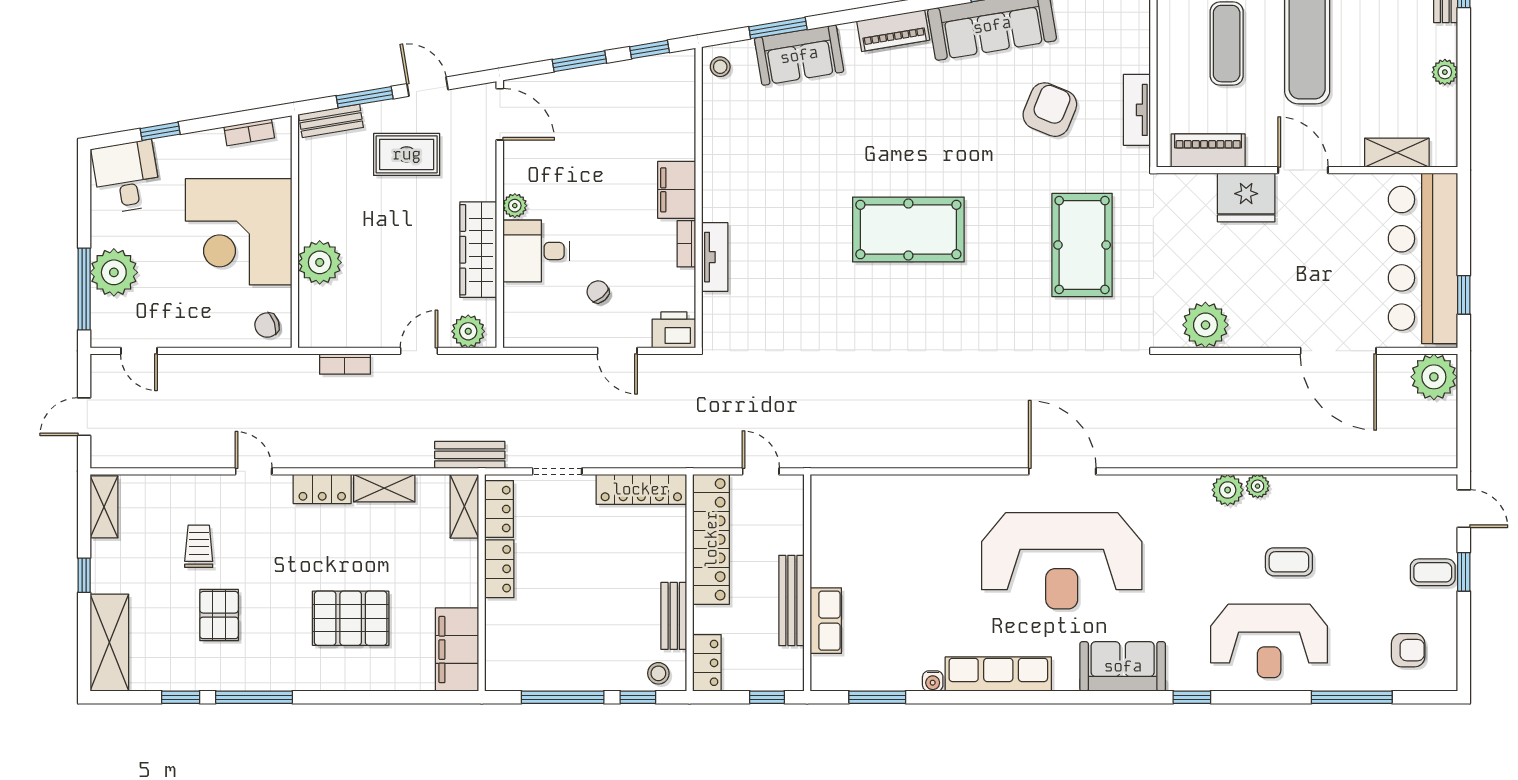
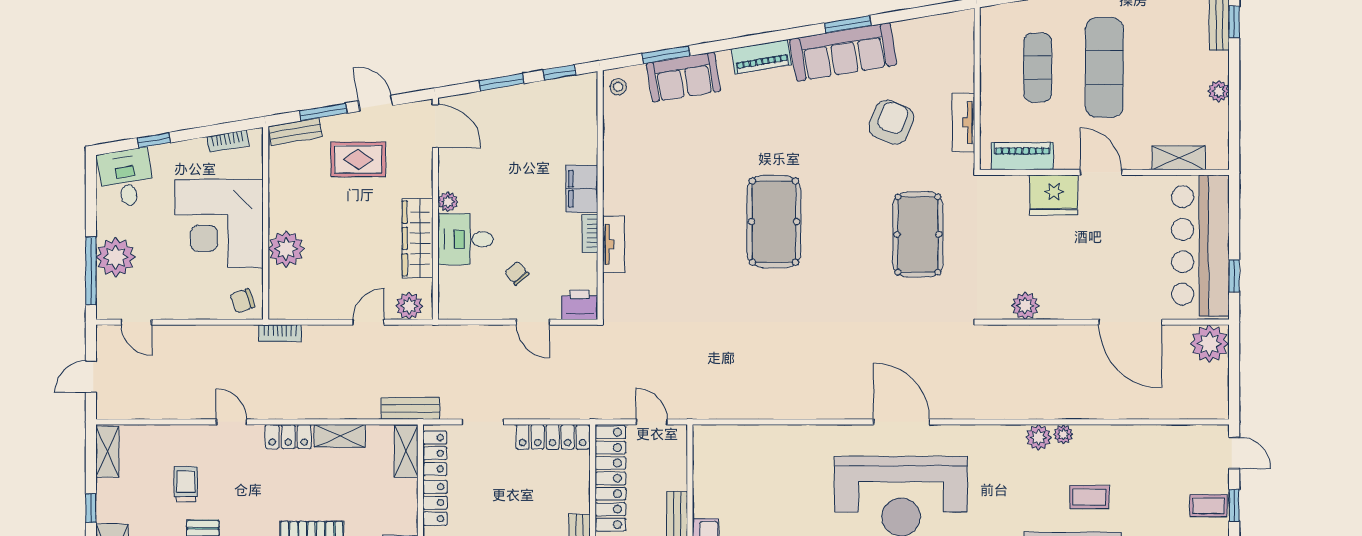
pool table: (908, 230) -> (774, 222), turned 90
plant: (1205, 325) -> (1025, 306), width x0.73, depth x0.73
bookcase: (345, 364) -> (280, 333), moved

